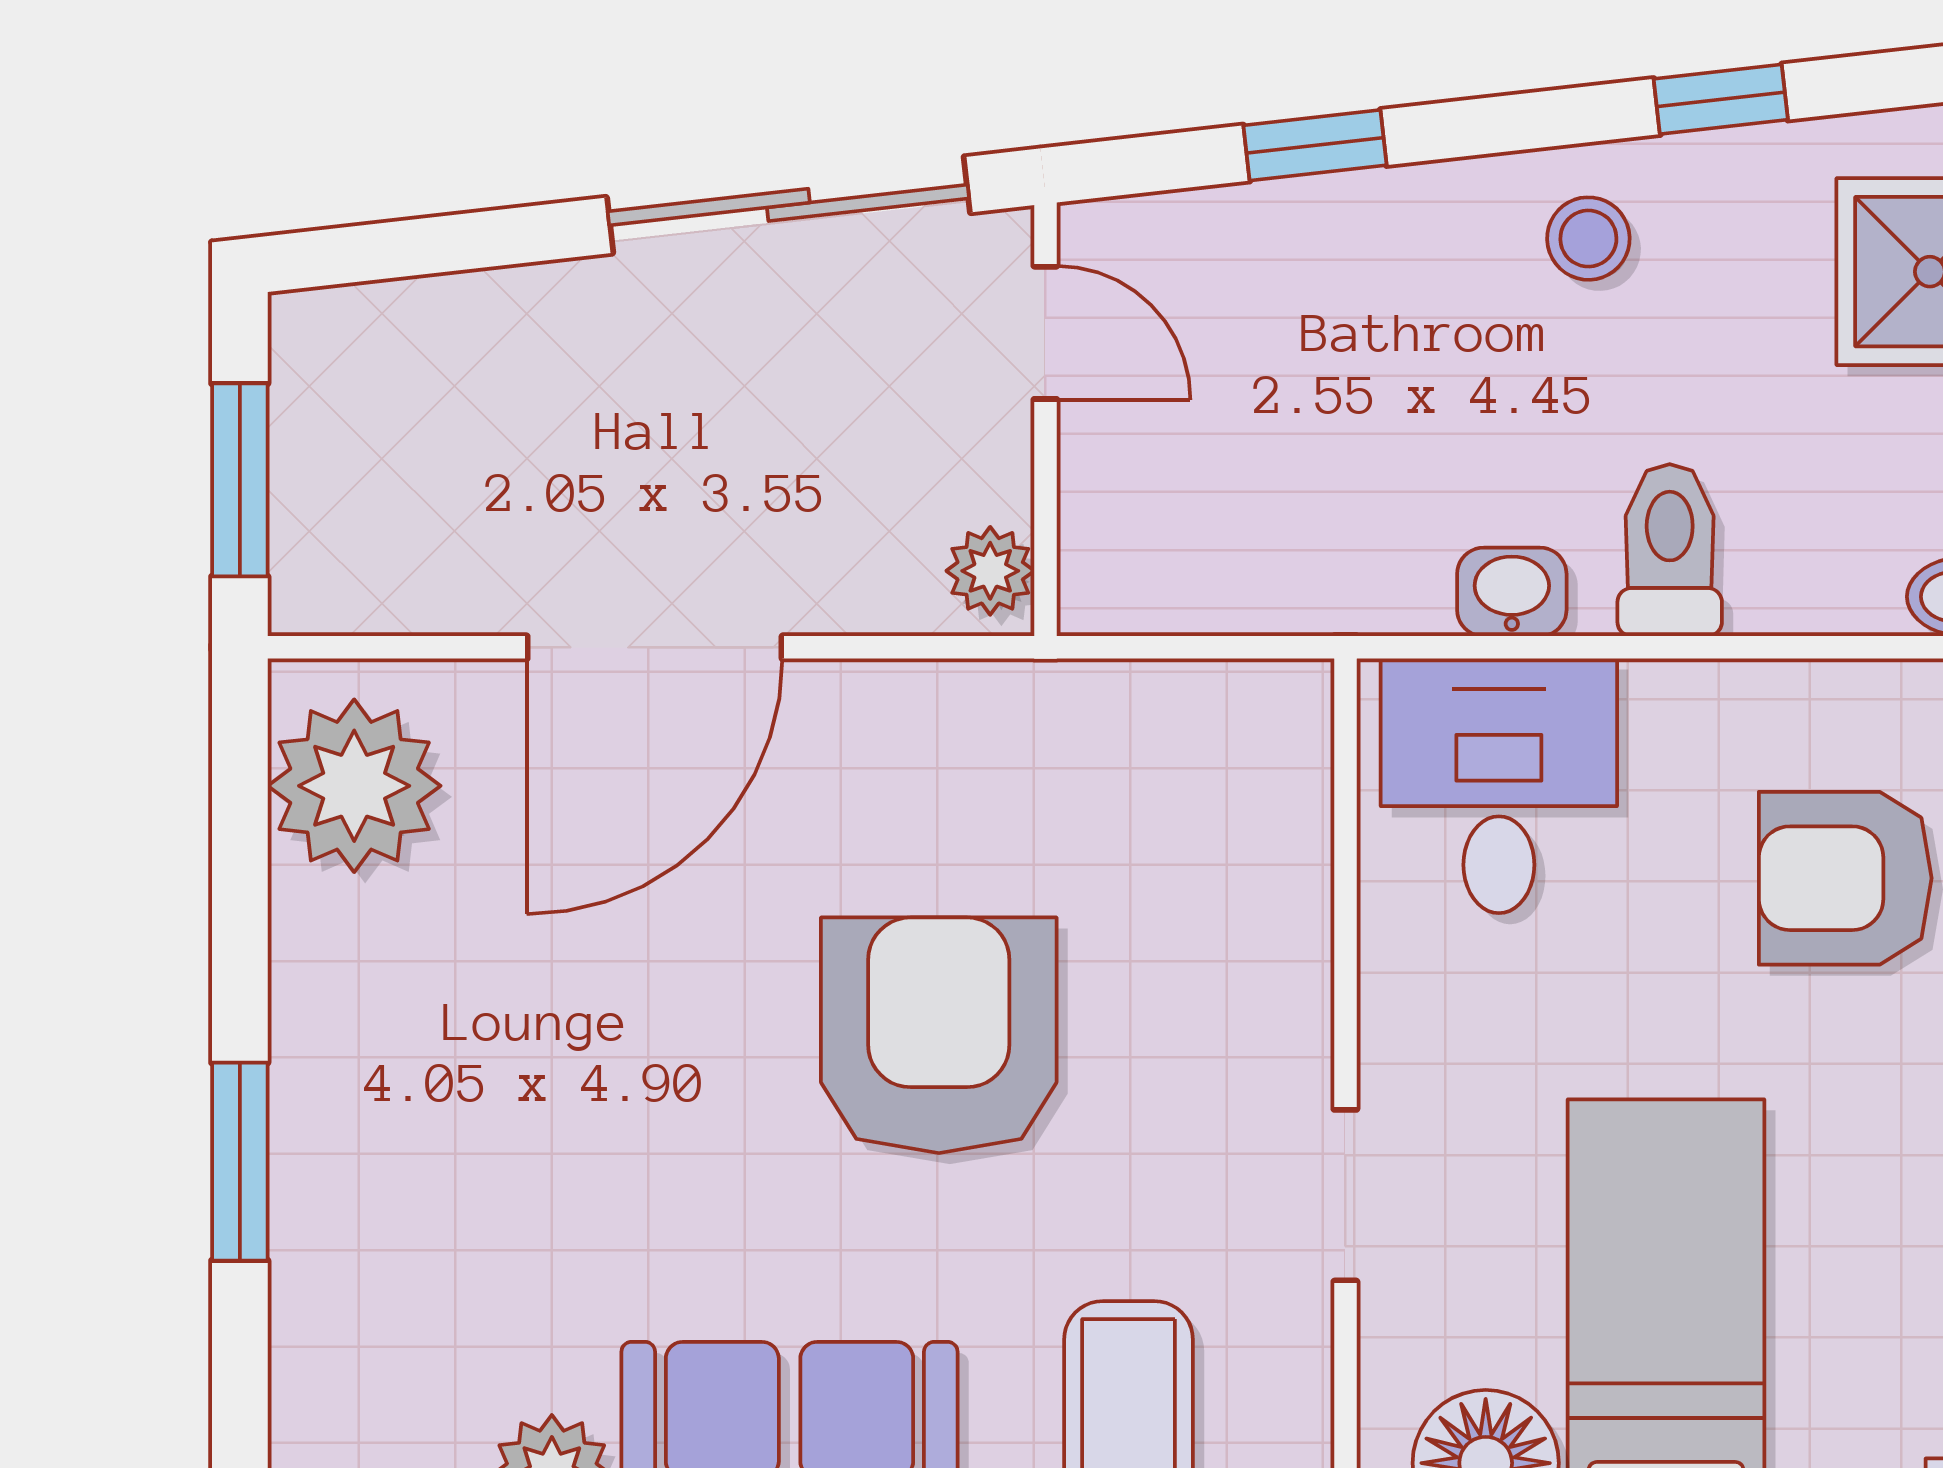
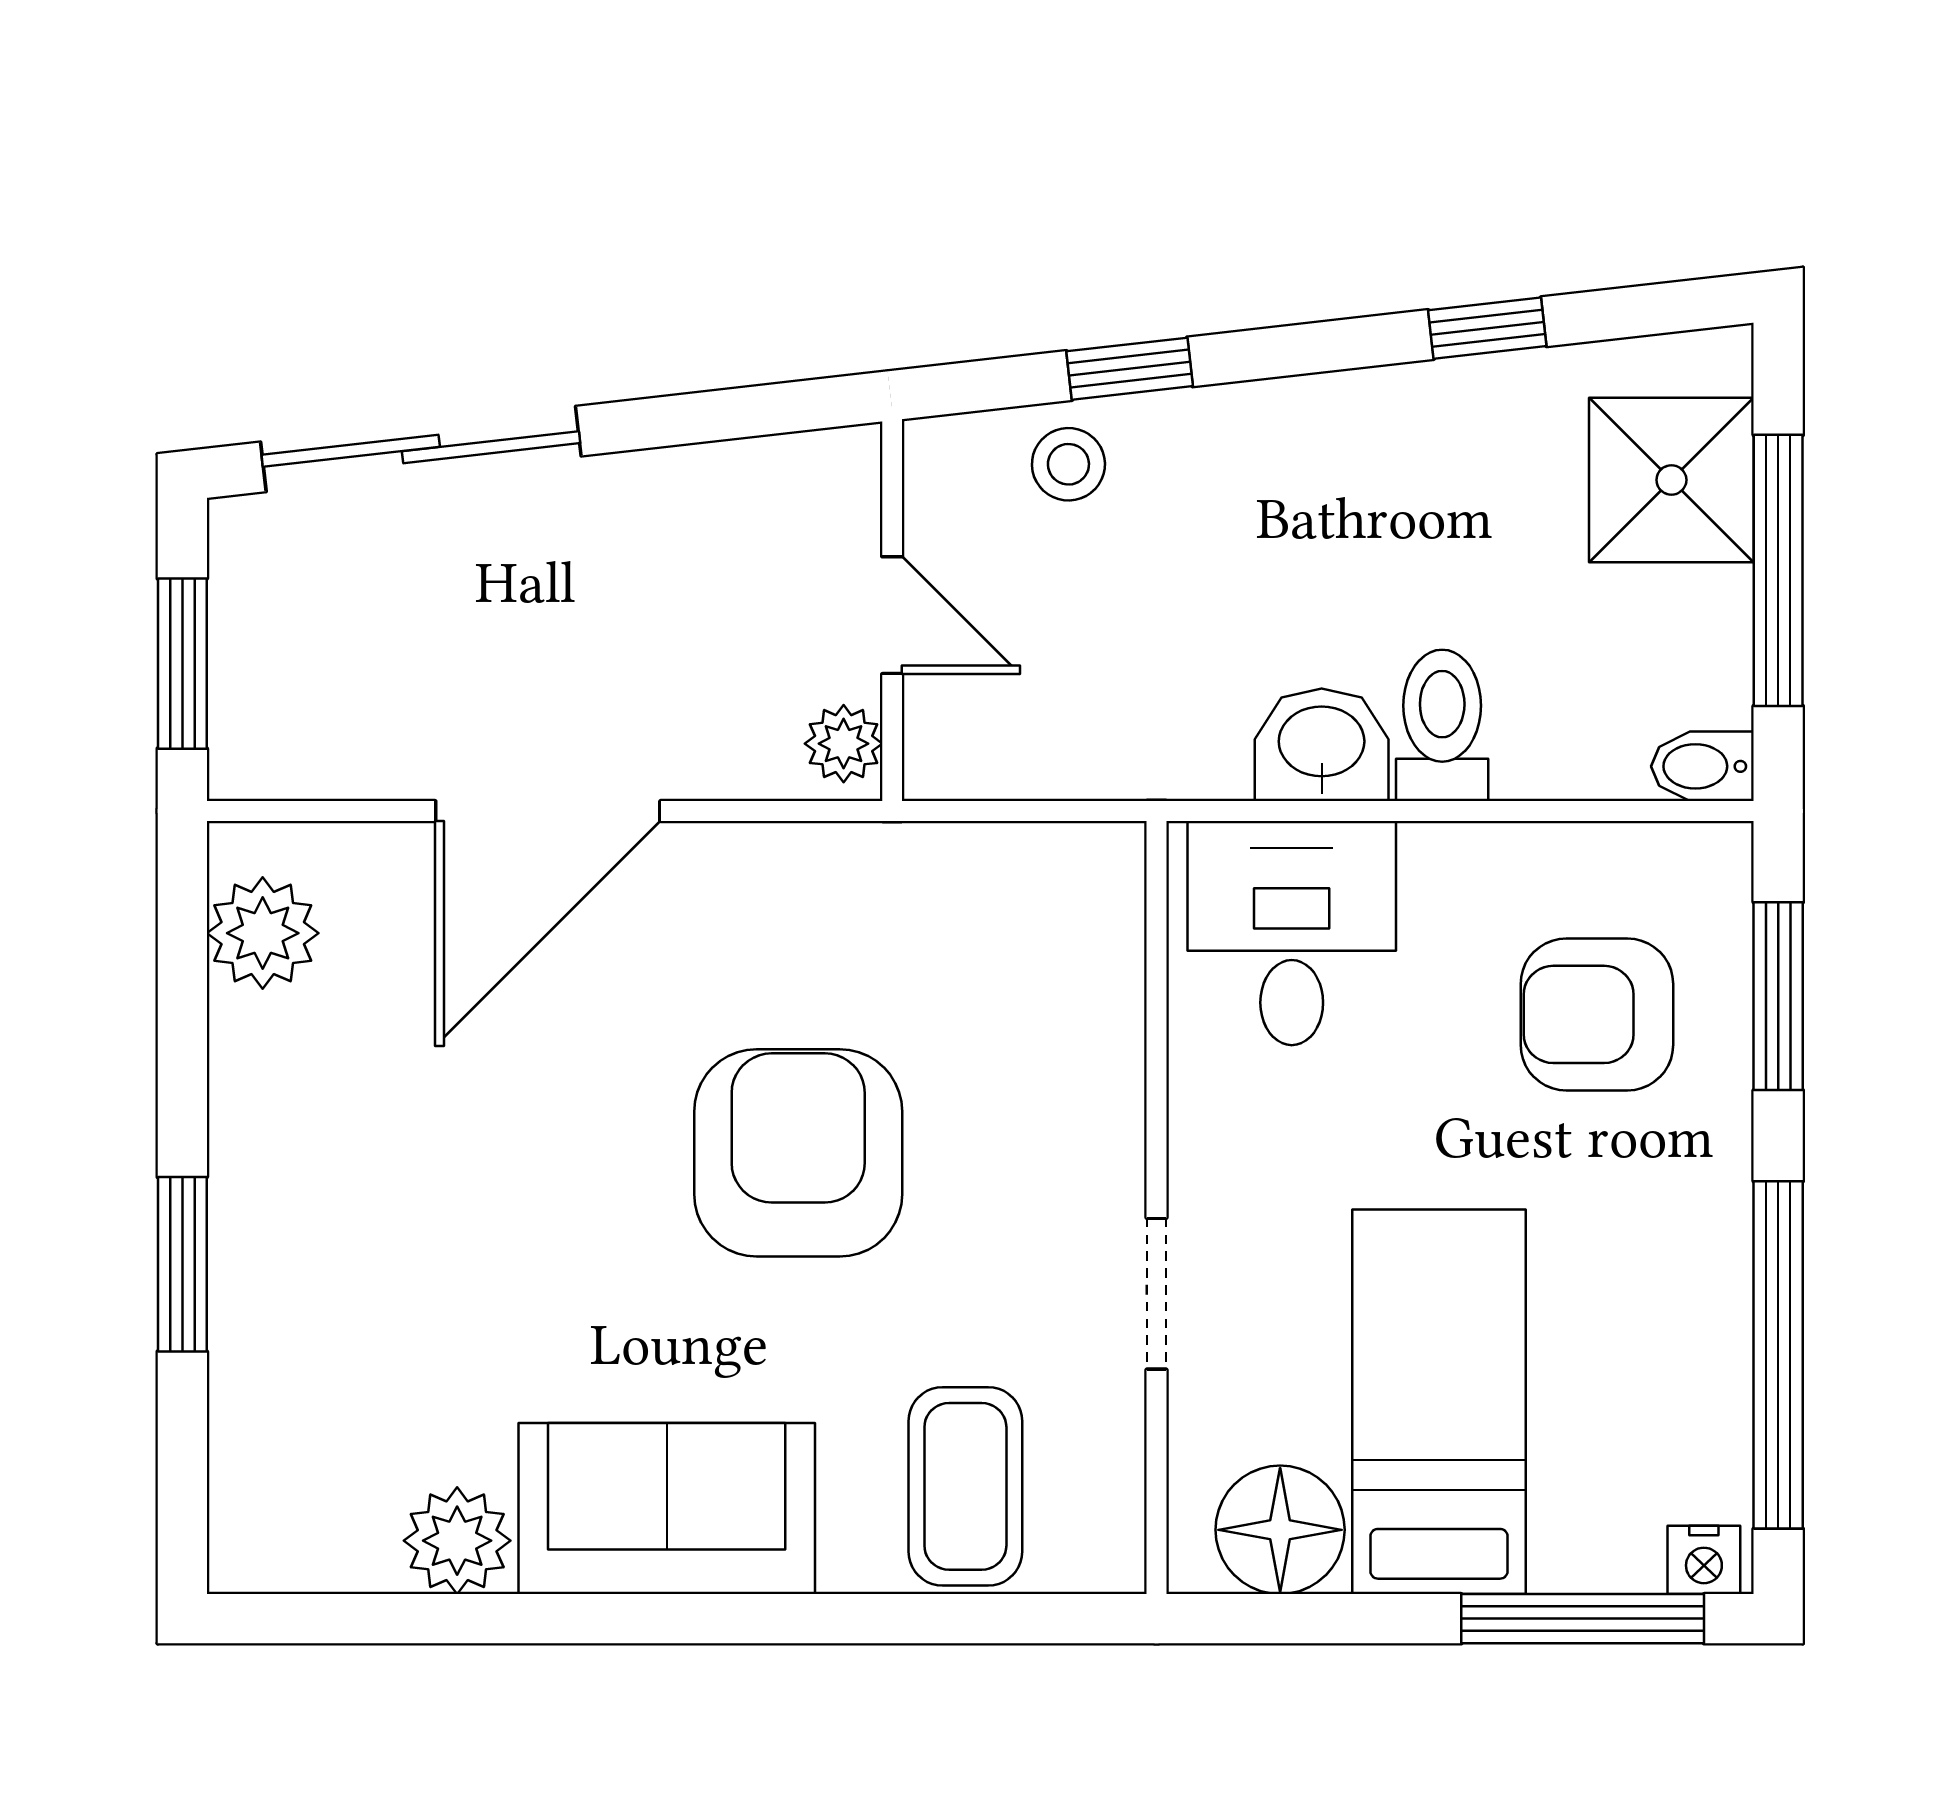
sliding door: (788, 205) -> (421, 449), moved
stool: (1588, 239) -> (1068, 464), moved
door: (1045, 333) -> (892, 615), moved
washbasin: (1512, 592) -> (1322, 745), width x1.38, depth x1.45
plant: (354, 786) -> (263, 933), width x0.73, depth x0.73

